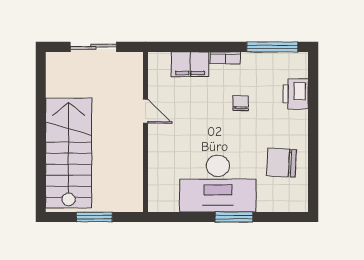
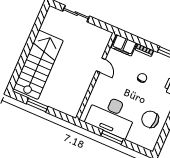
door: (146, 111) -> (101, 65), moved
wall: (146, 132) -> (96, 76), moved

